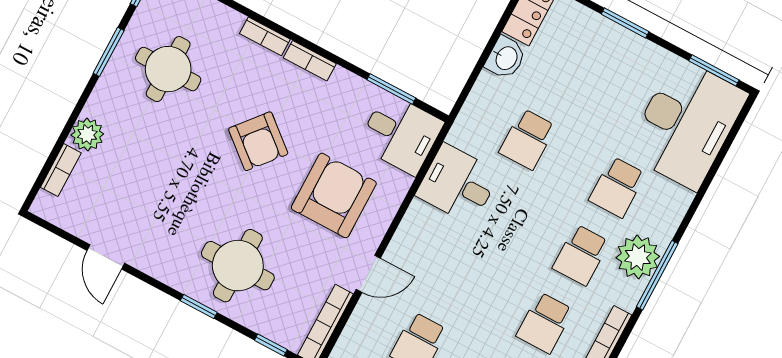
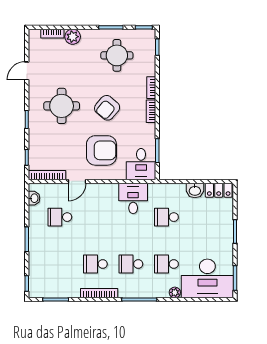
plant: (638, 257) -> (175, 292), moved, width x0.53, depth x0.53
round table: (238, 266) -> (62, 106), moved
door: (368, 274) -> (77, 181), hinge flipped

